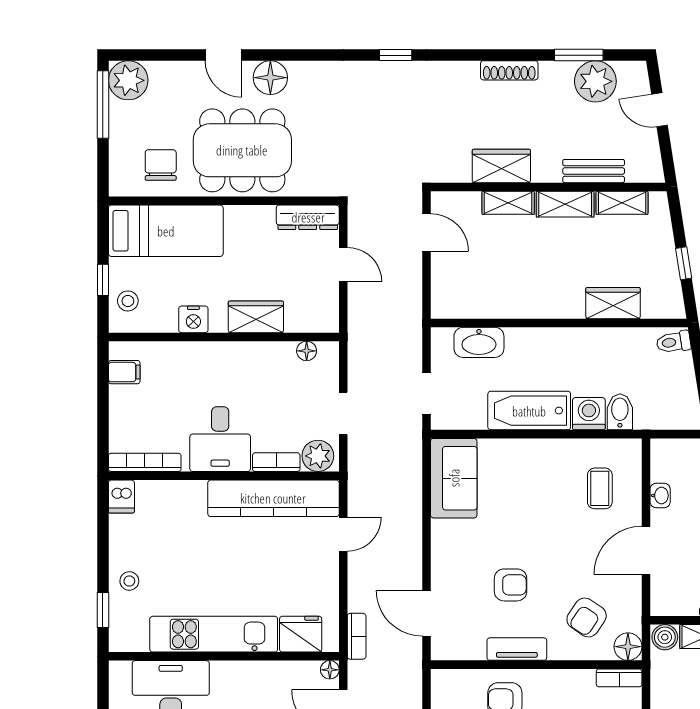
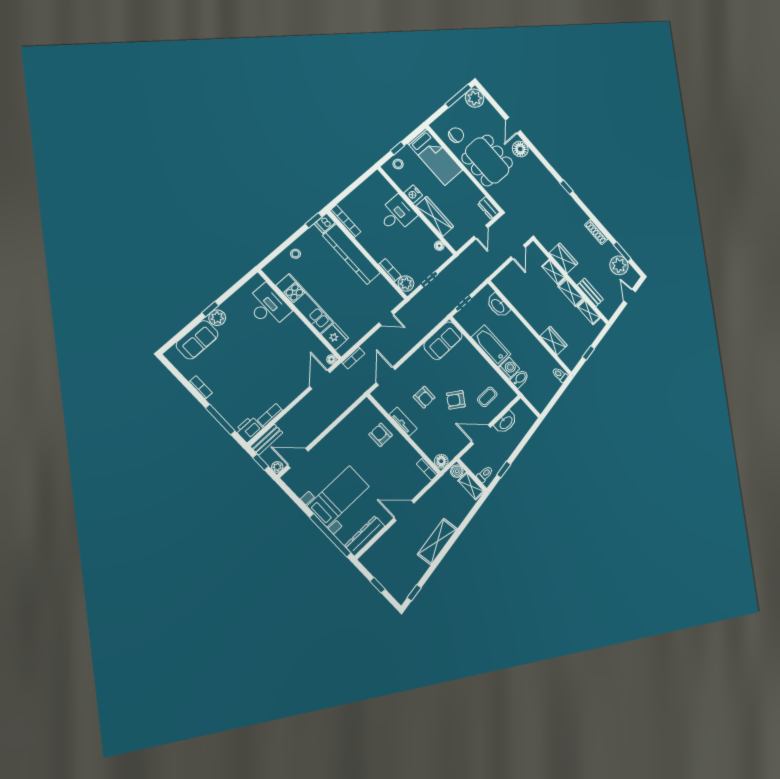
dresser: (308, 217) -> (489, 208), width x0.70
wardrobe: (256, 317) -> (435, 216), width x1.50
filing cabinet: (124, 372) -> (371, 185), removed
desk: (220, 439) -> (397, 214), moved, turned 180
washbasin: (660, 495) -> (506, 422), width x1.91, depth x1.45
kitchen counter: (273, 498) -> (352, 254), moved
window: (103, 610) -> (313, 220), moved
armchair: (587, 617) -> (456, 400), moved

